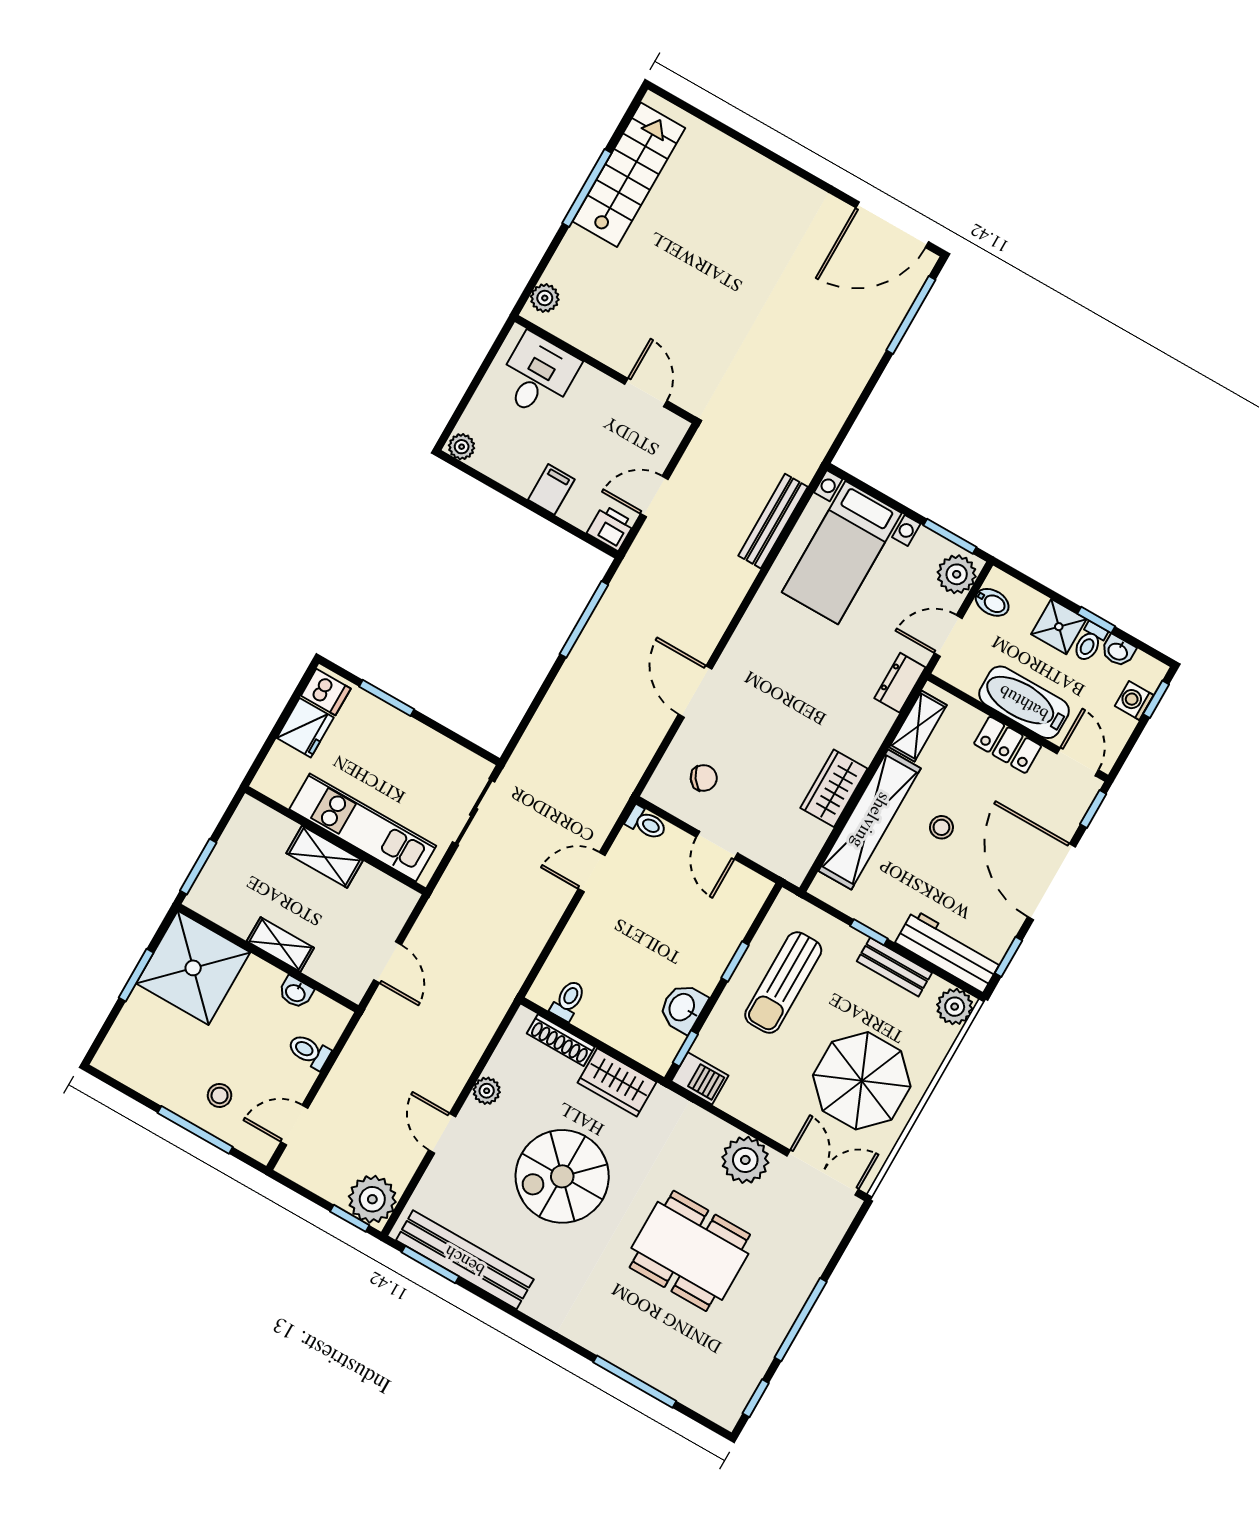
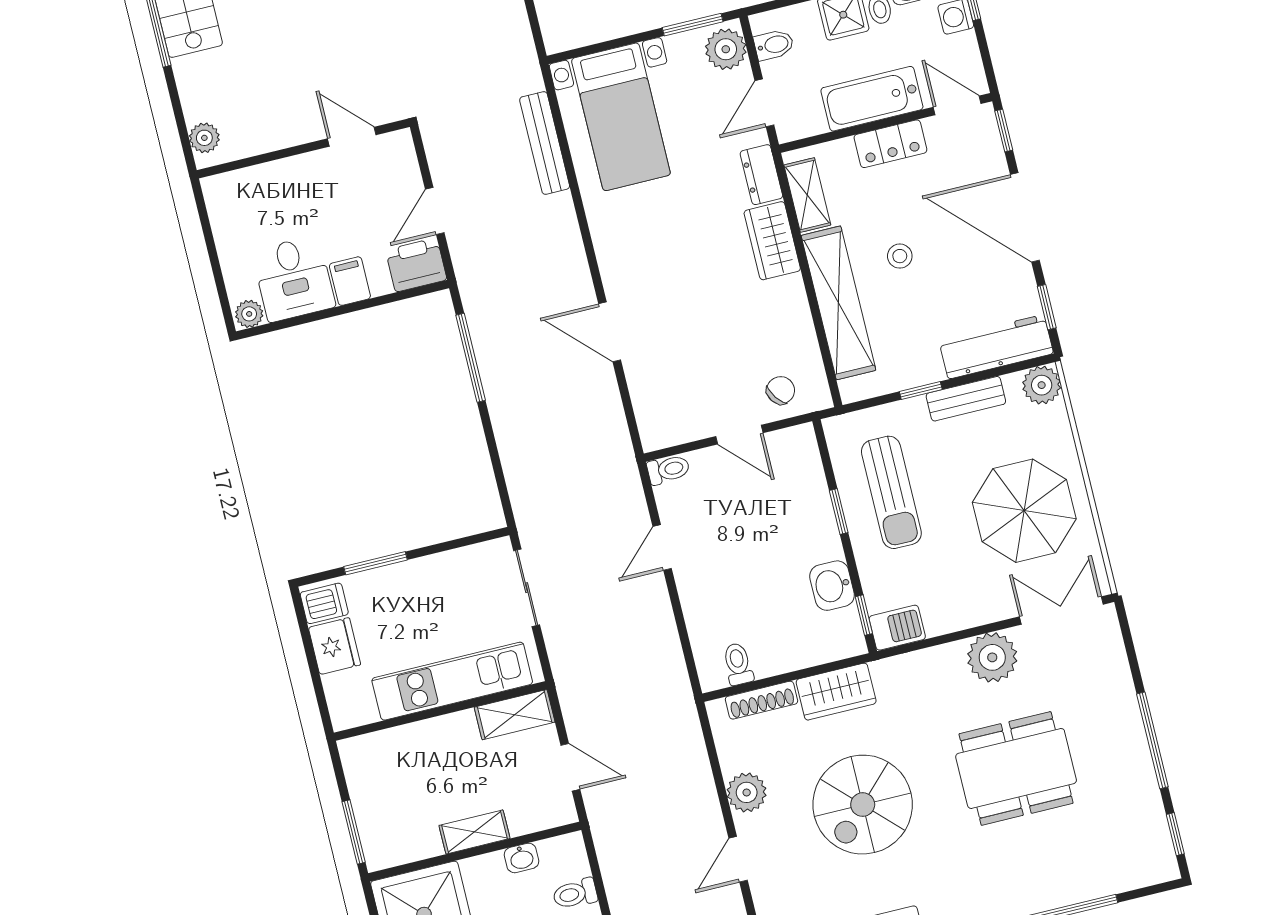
desk: (538, 376) -> (294, 279), moved, turned 180
printer: (611, 528) -> (416, 265), width x1.36, depth x1.24
chair: (704, 778) -> (781, 390), moved
wardrobe: (834, 788) -> (772, 241), moved
shelving: (324, 857) -> (515, 715), moved
plant: (487, 1091) -> (747, 792), width x1.38, depth x1.38
door: (442, 1133) -> (738, 859), hinge flipped

